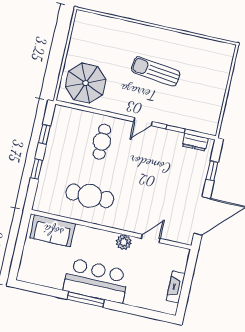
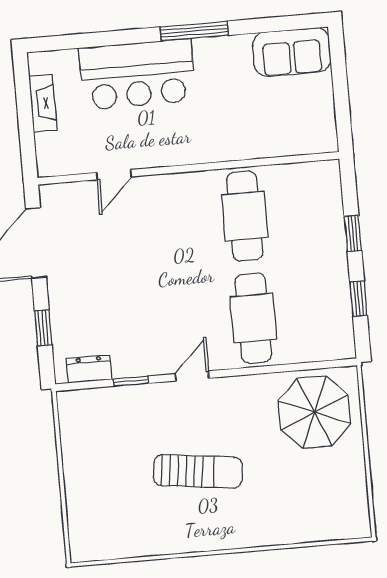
cafe table: (102, 142) -> (253, 318), width x1.37, depth x1.35
cafe table: (90, 196) -> (245, 216), turned 90
sofa: (53, 231) -> (292, 52), moved, turned 180
plant: (124, 242) -> (159, 153), removed
bar counter: (96, 281) -> (137, 74), moved

